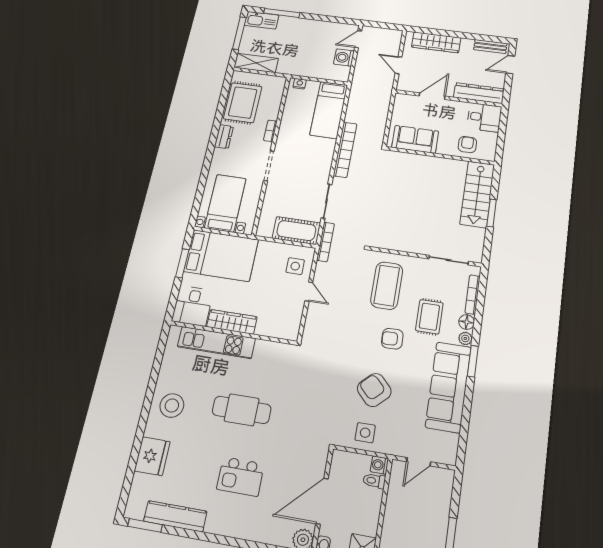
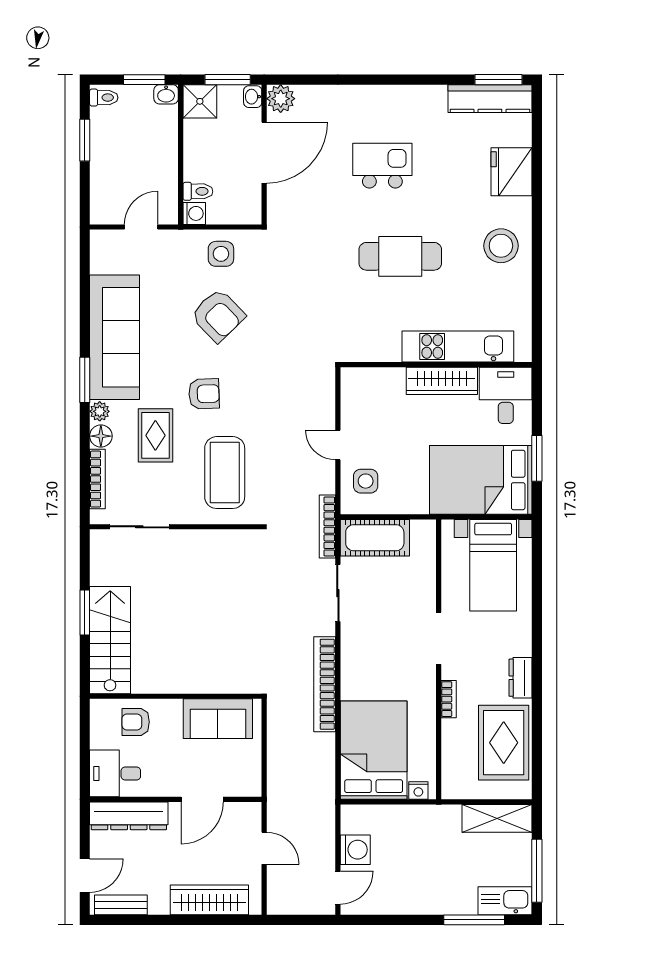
bed: (329, 110) -> (374, 750), width x1.50
armchair: (467, 145) -> (136, 722), turned 90
kitchen counter: (175, 516) -> (490, 99), moved

